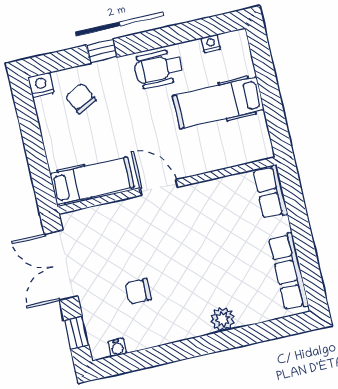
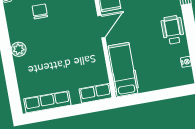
hospital bed: (218, 103) -> (123, 70), moved
plant: (223, 319) -> (19, 49), moved

